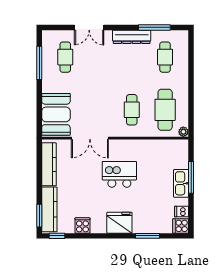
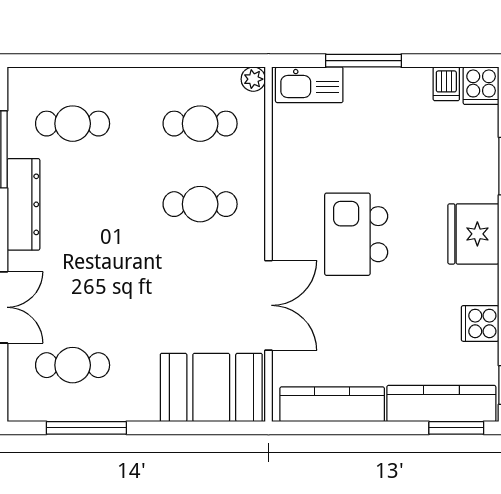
cafe table: (165, 110) -> (200, 124), width x0.73, depth x0.74
kitchen sink: (181, 183) -> (309, 85), moved

